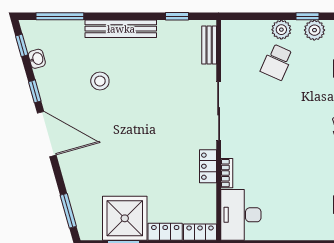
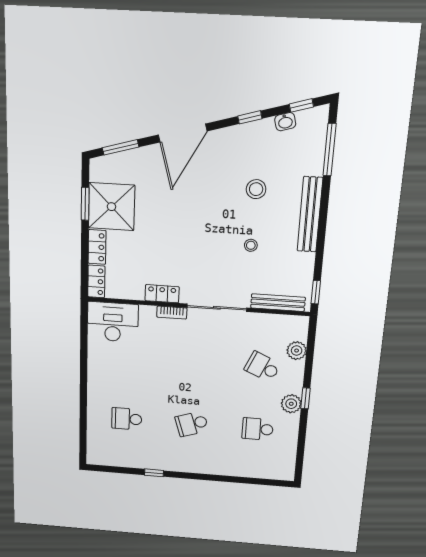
window: (177, 16) -> (316, 292), moved
plant: (281, 30) -> (297, 351), moved
bench: (209, 45) -> (278, 303), width x1.36
stool: (154, 82) -> (251, 245), added
door: (47, 134) -> (183, 133), moved
bookcase: (227, 173) -> (172, 313), moved

